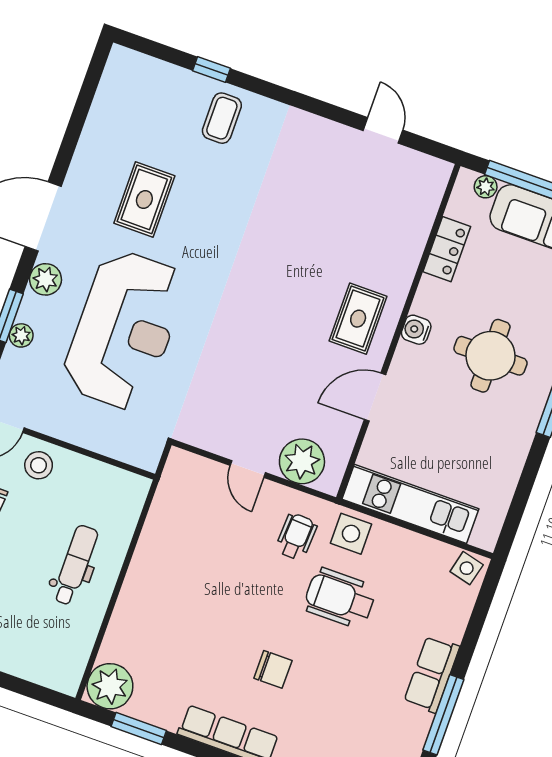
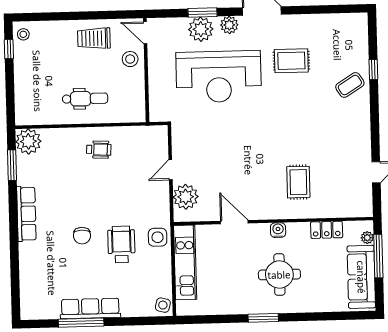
coffee table: (222, 118) -> (350, 85), turned -32
rug: (358, 319) -> (298, 182), moved, turned 90
plant: (21, 335) -> (201, 29), width x1.88, depth x1.88
wheelchair: (296, 537) -> (99, 150), moved
chair: (273, 669) -> (82, 236), moved
row of seats: (432, 674) -> (90, 308), width x1.48

